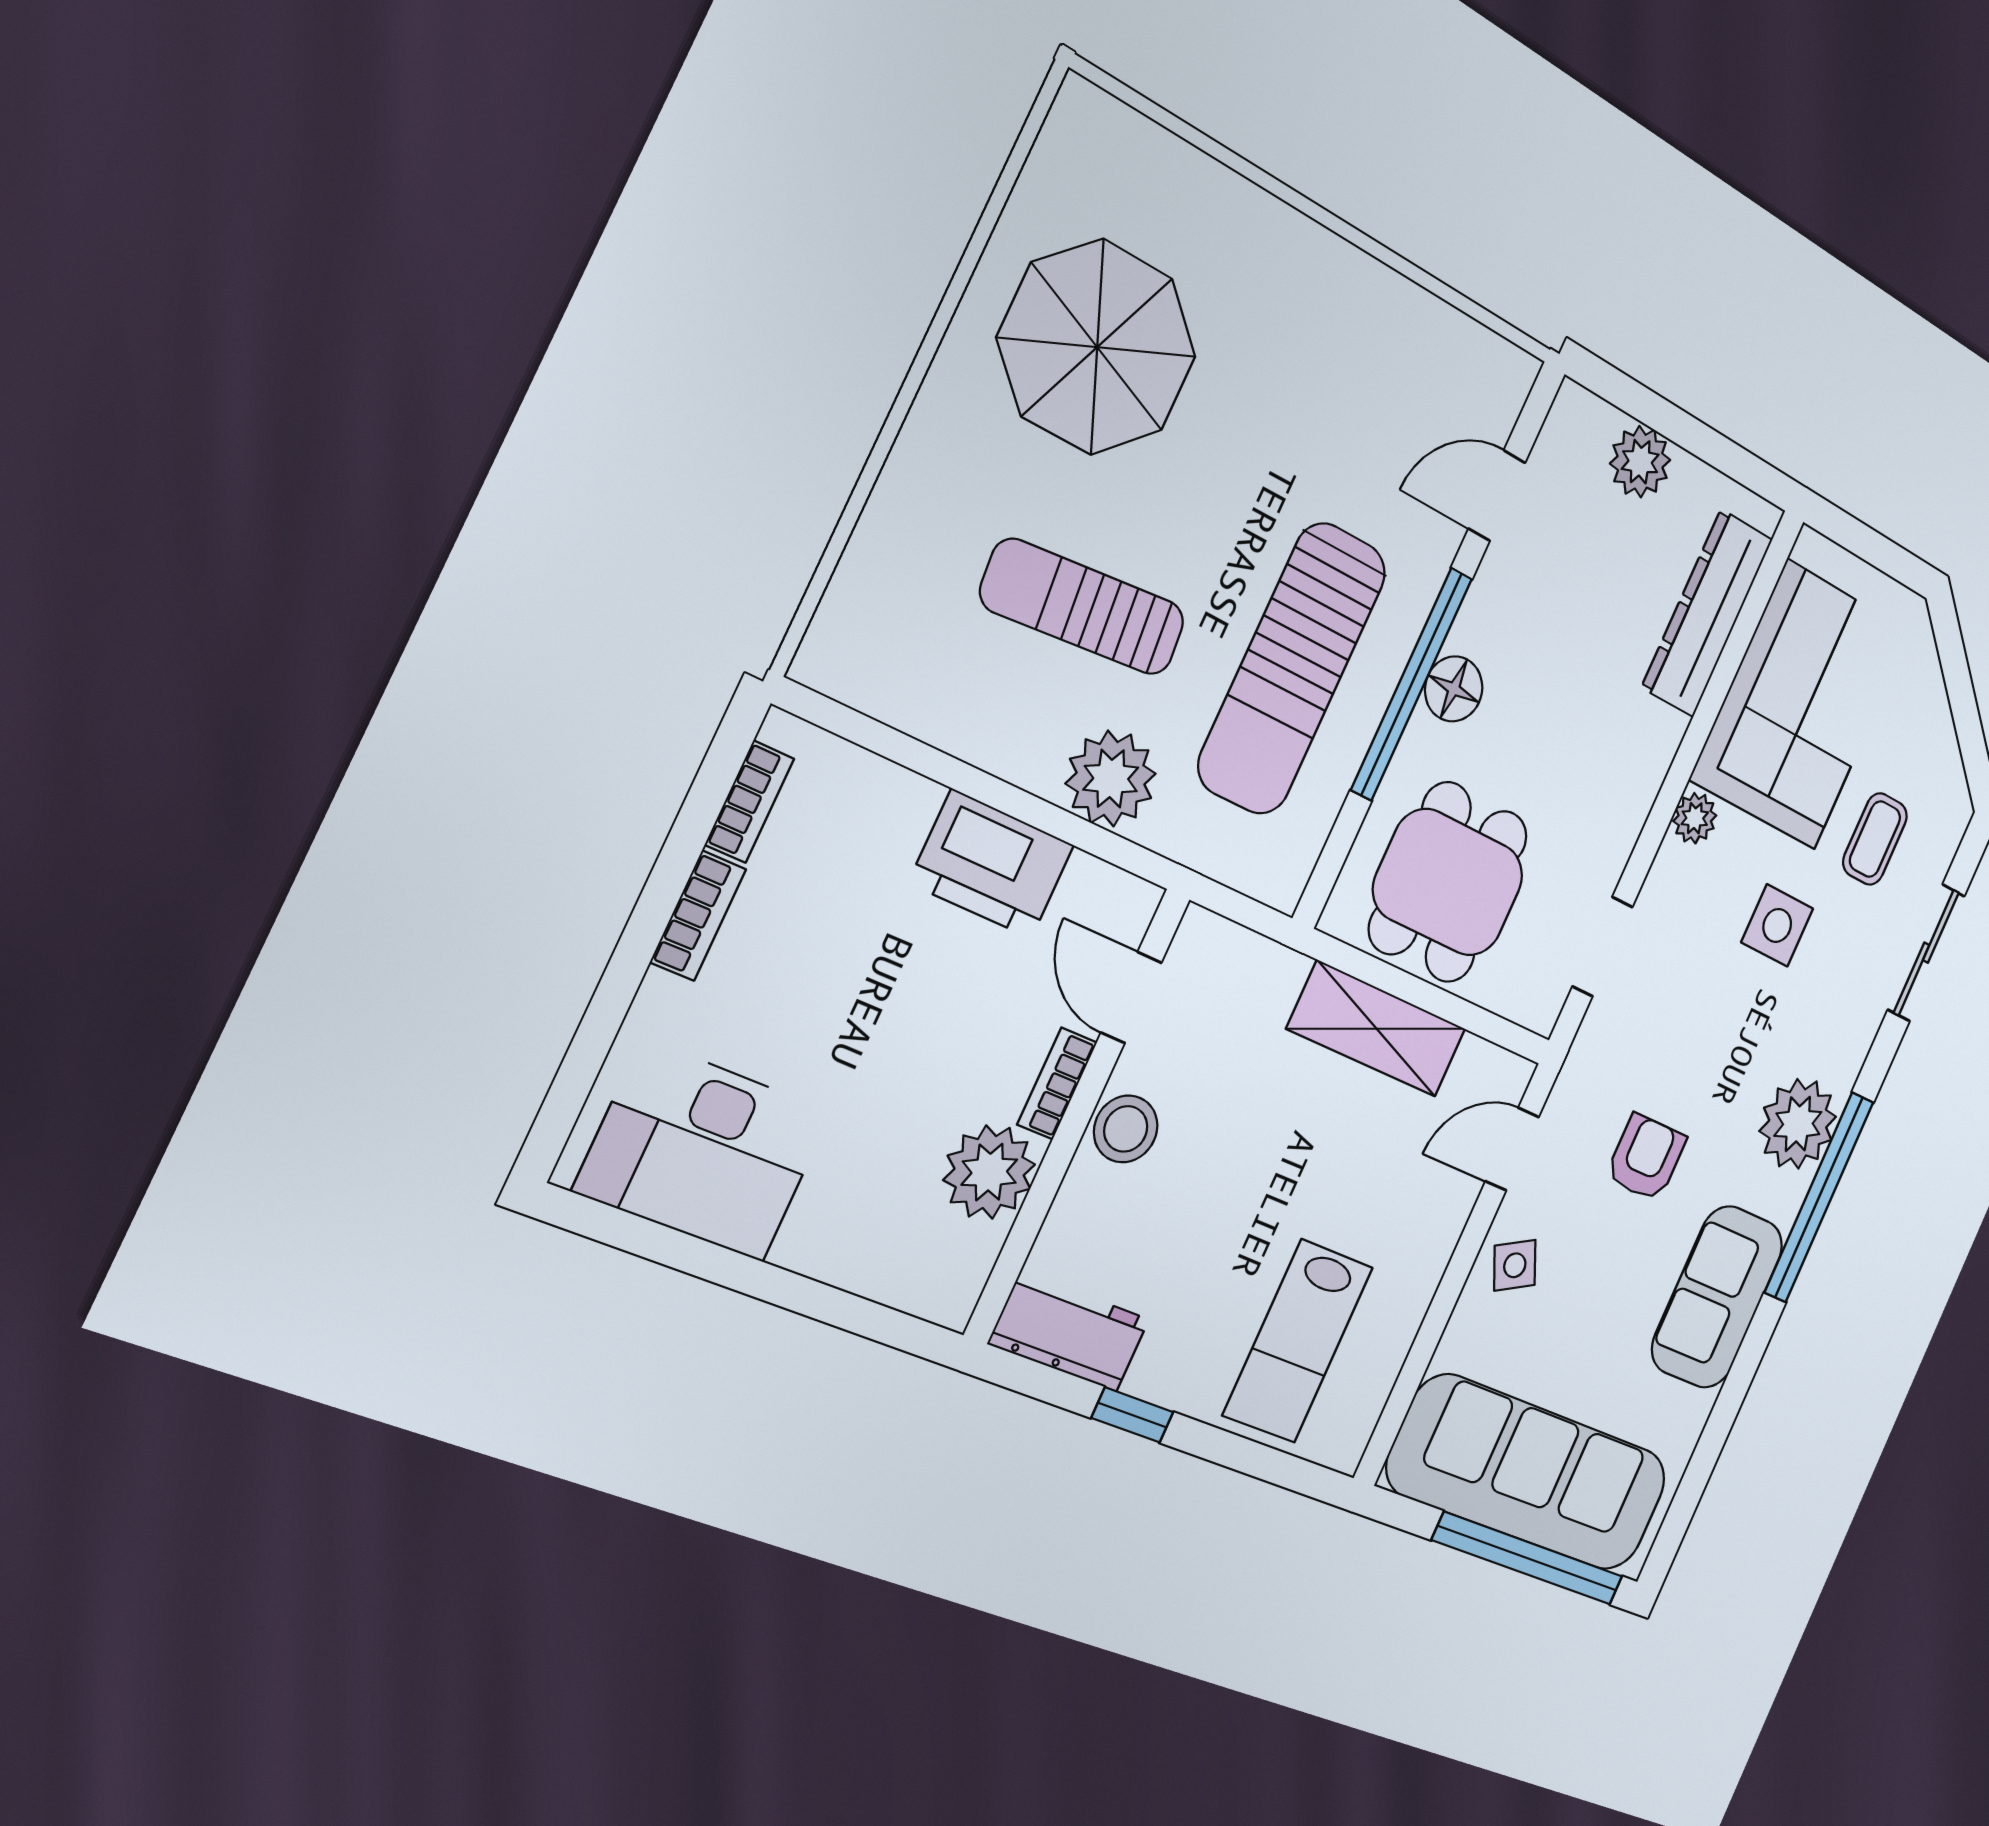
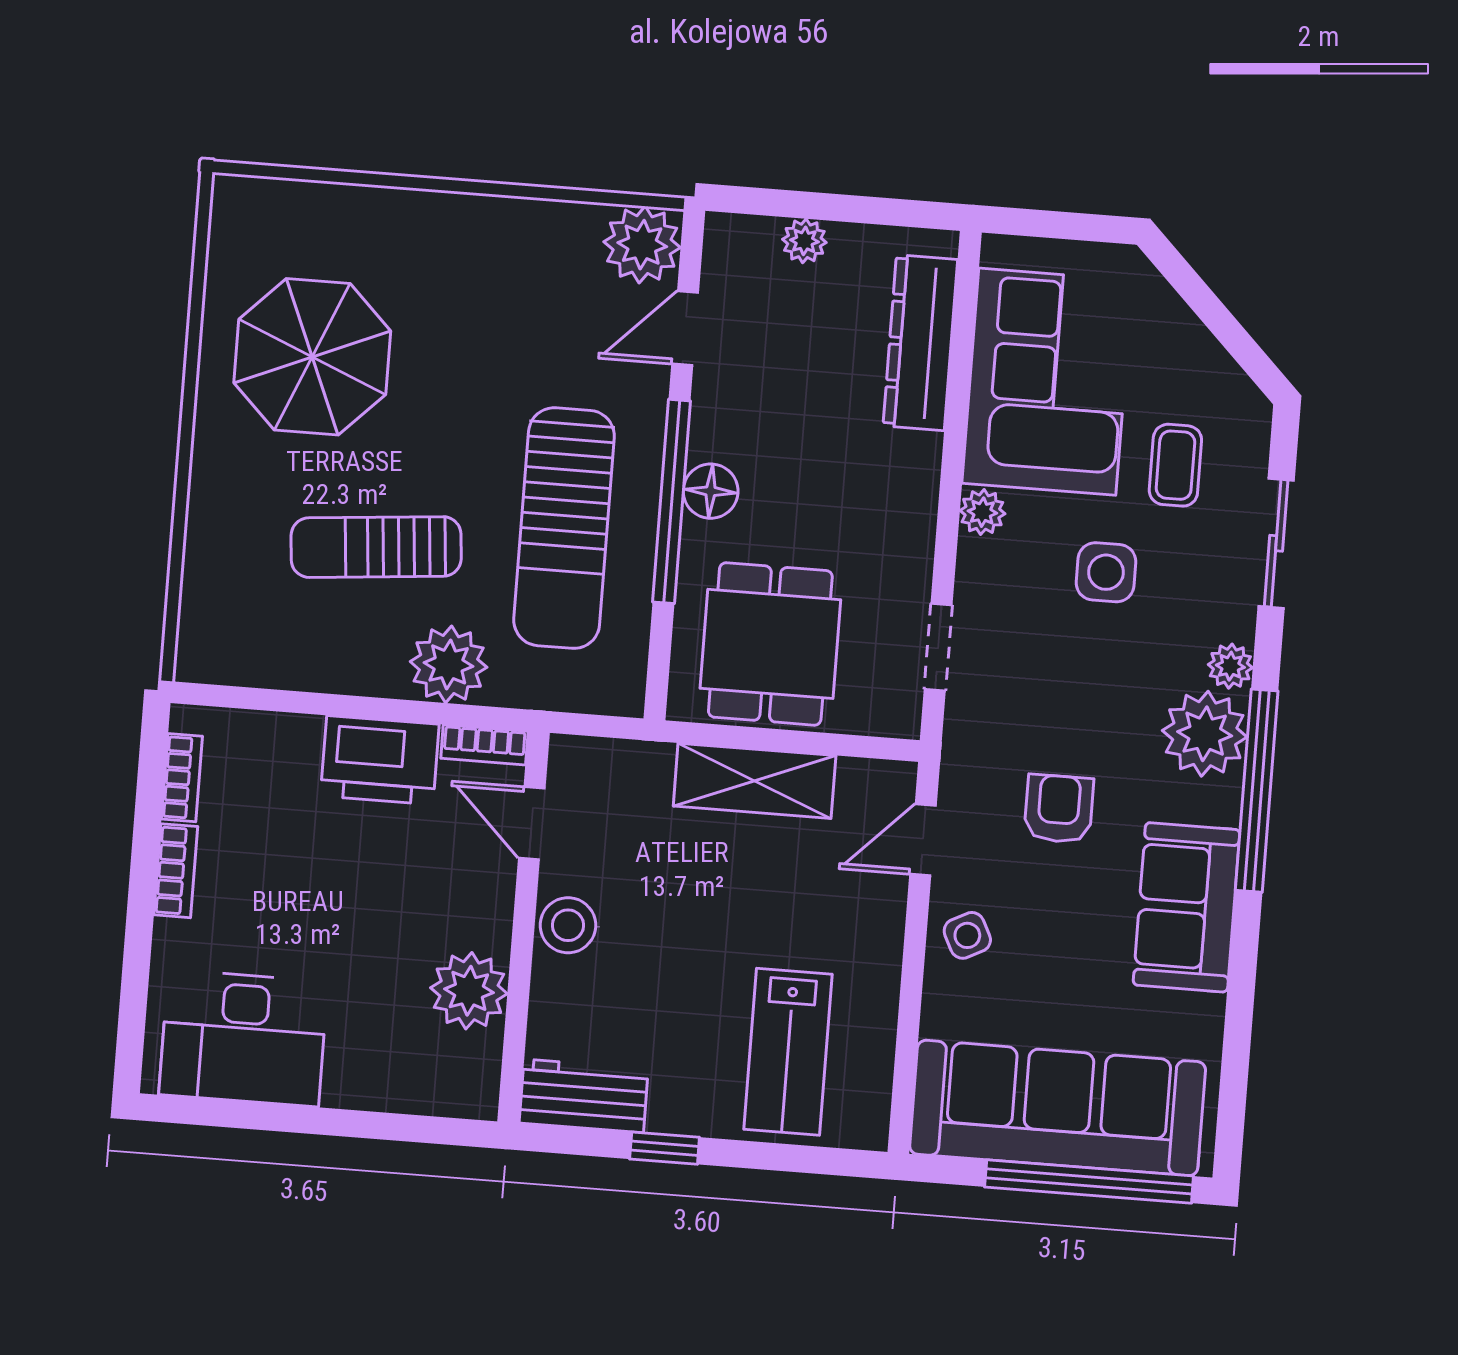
plant: (1490, 381) -> (642, 245), added
plant: (1640, 462) -> (804, 241), width x0.73, depth x0.73
plant: (1844, 1063) -> (1230, 666), added
bookcase: (1057, 1084) -> (484, 745), moved, turned -90

